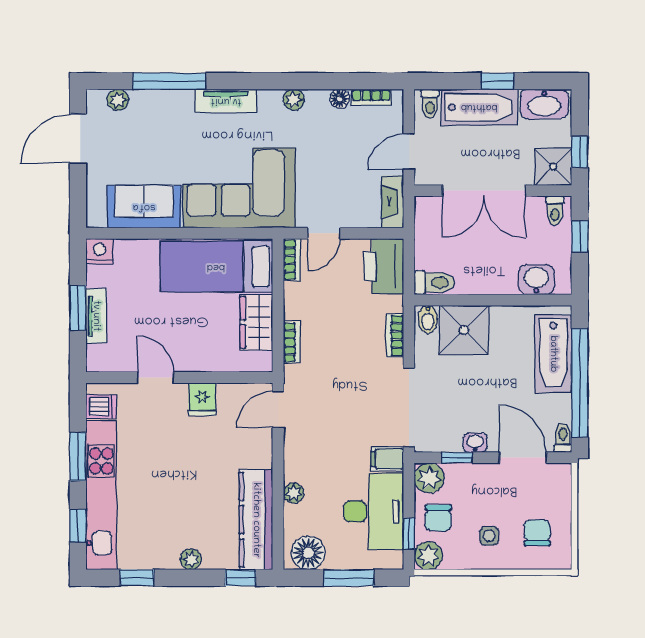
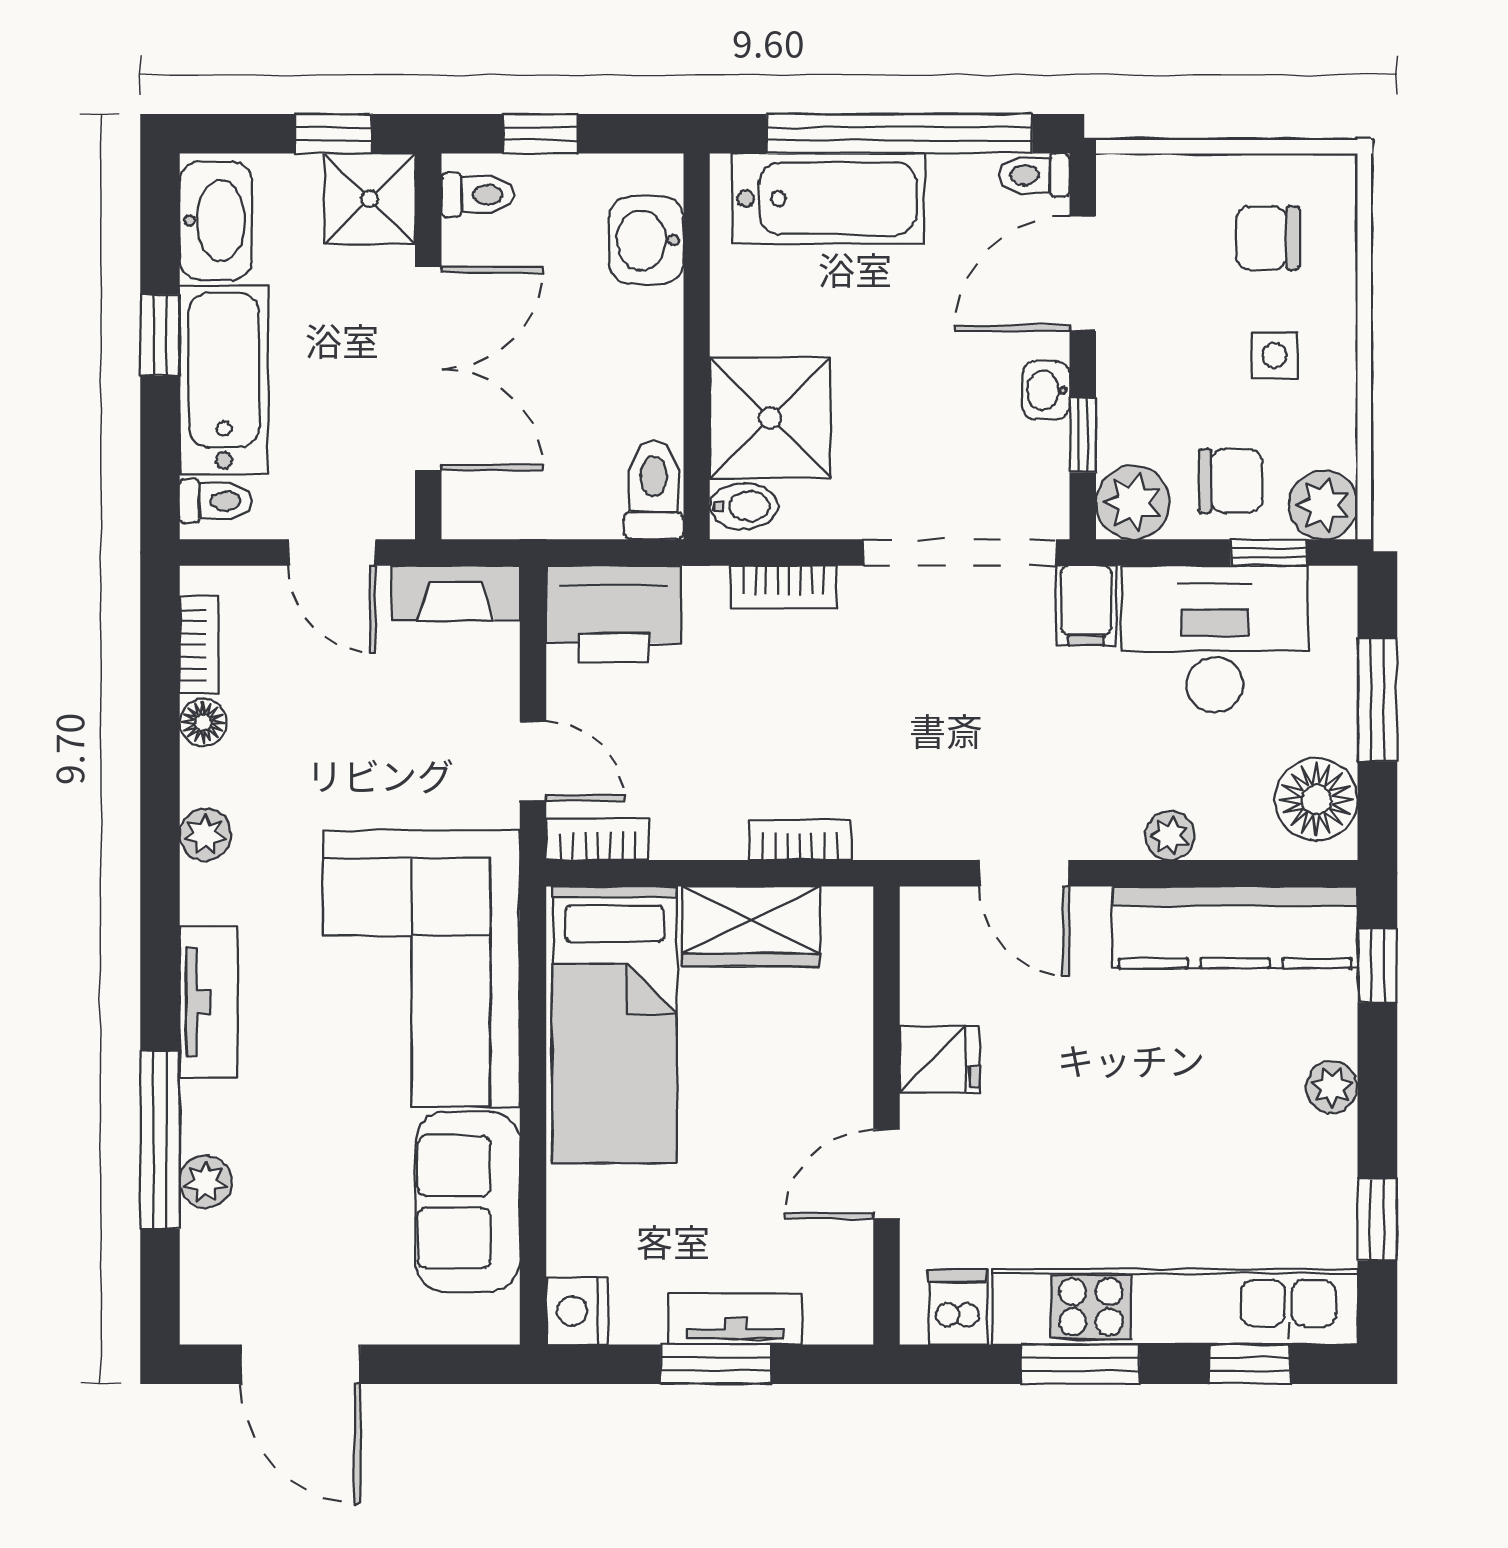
plant: (118, 100) -> (206, 1182), moved
door: (278, 409) -> (1024, 873), moved

